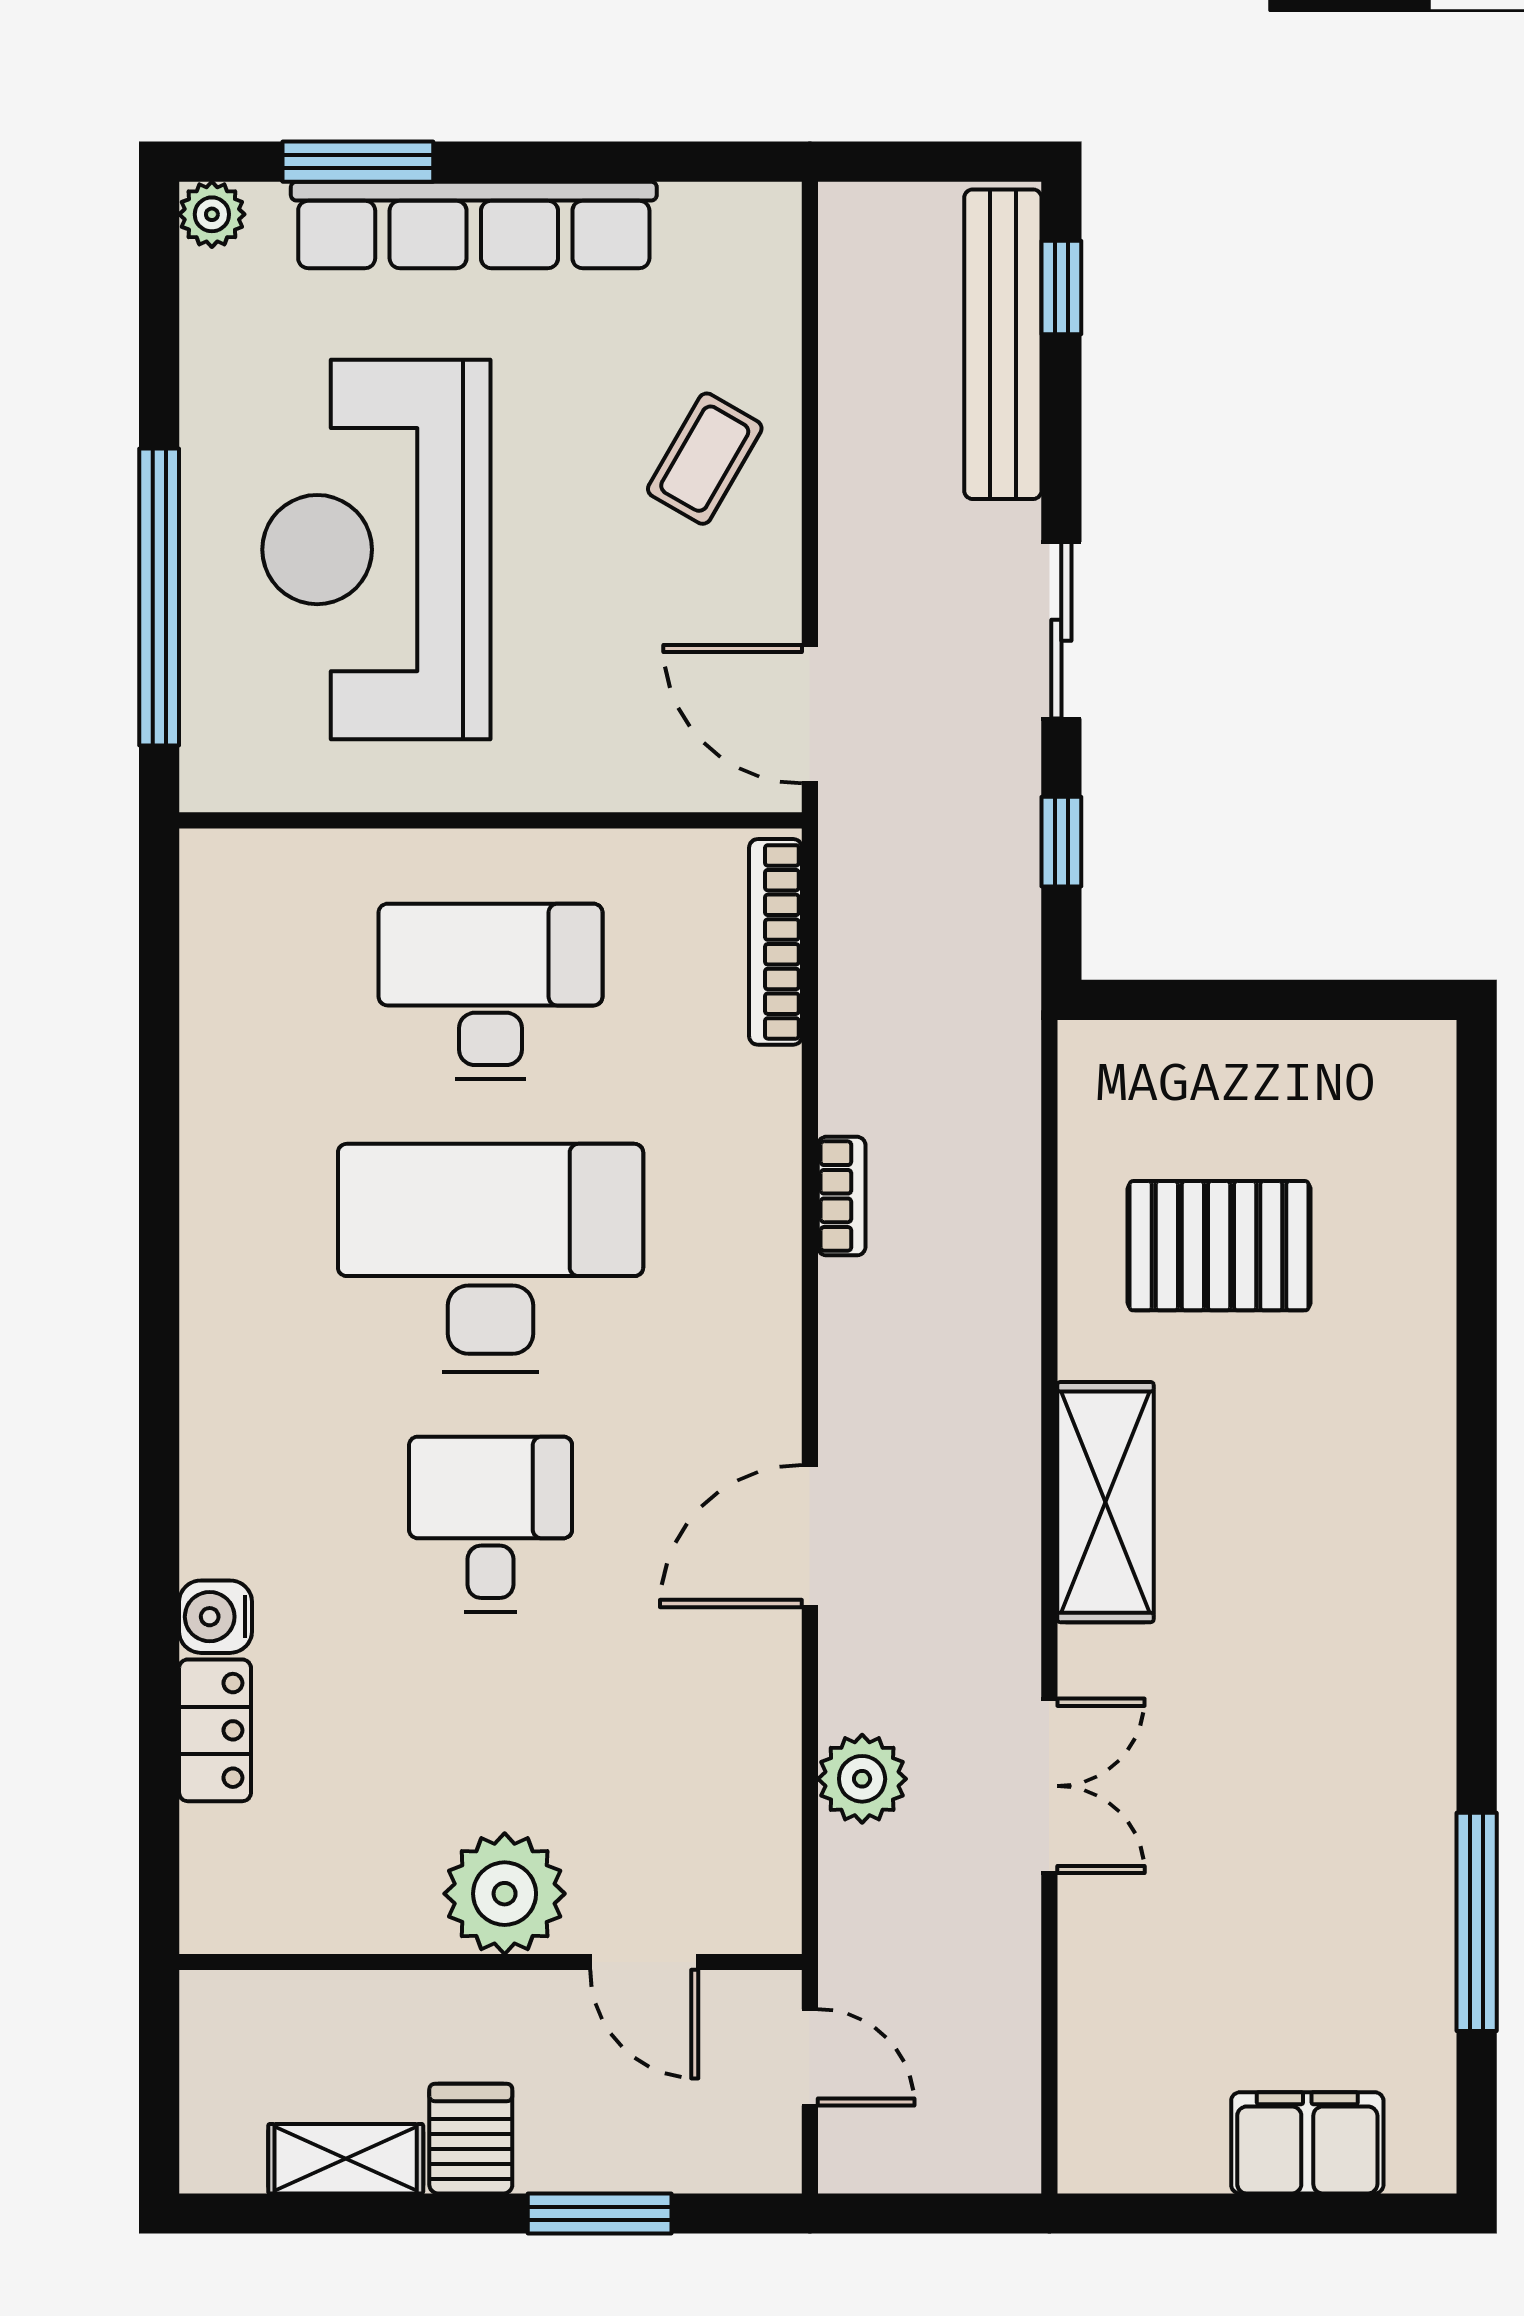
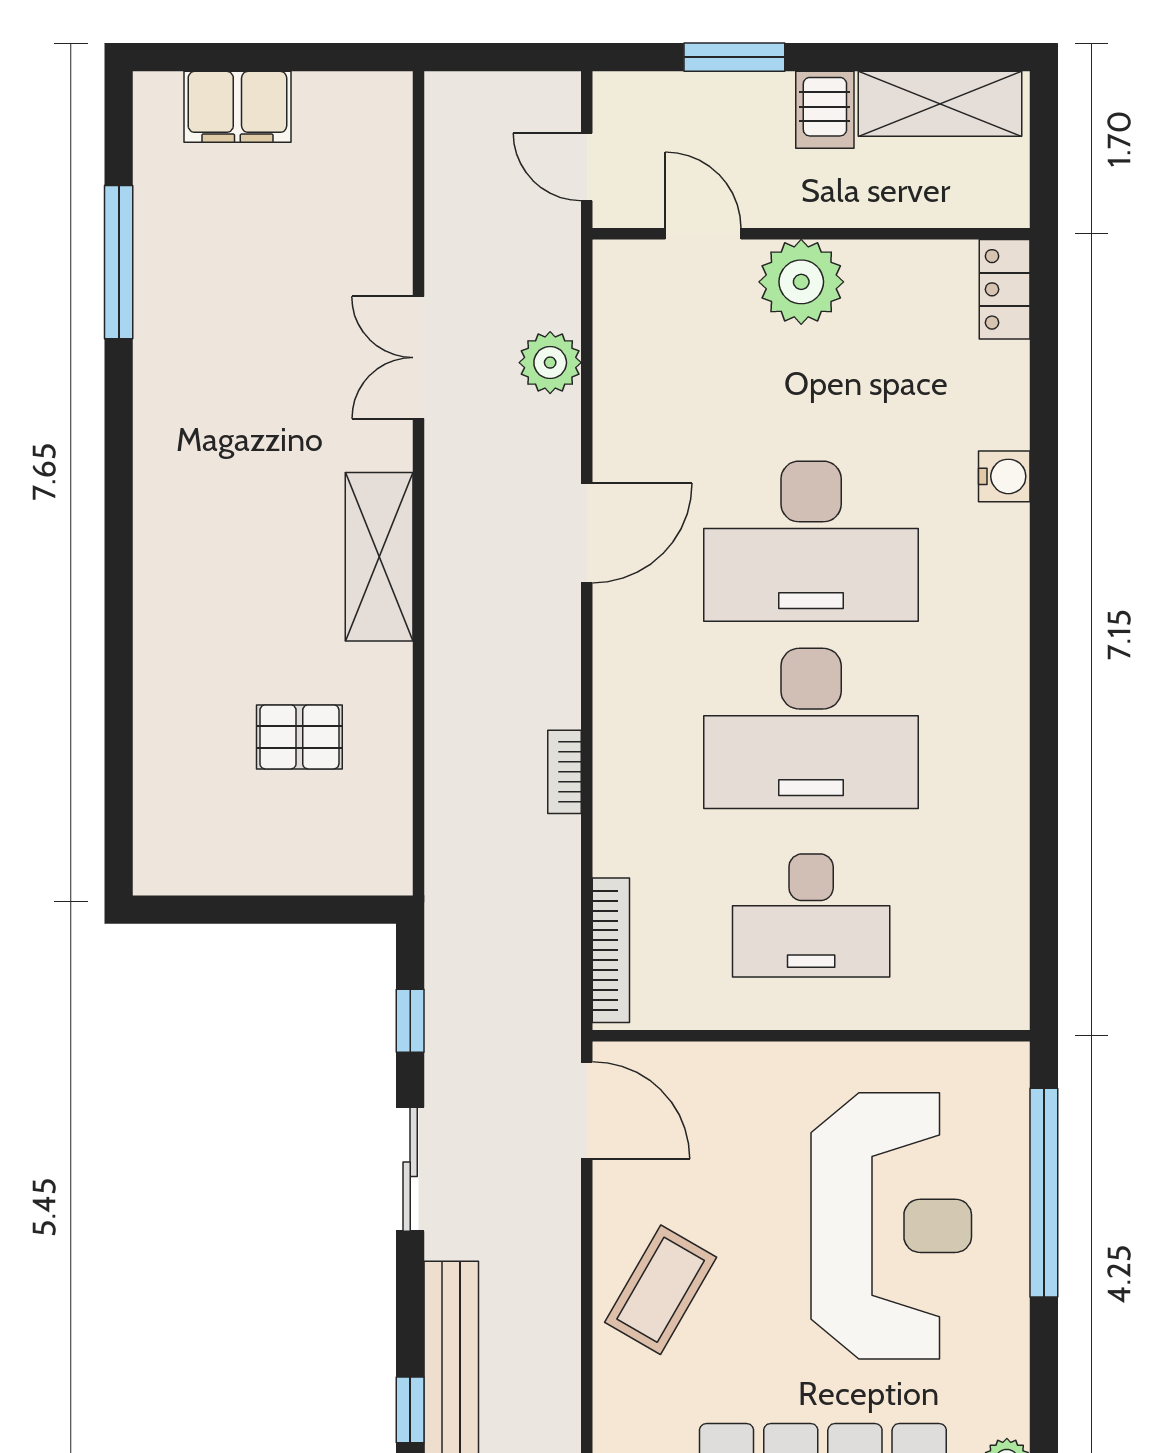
coffee table: (705, 459) -> (661, 1290), width x1.36, depth x1.30
pallet: (1219, 1246) -> (299, 737), width x0.67, depth x0.71
desk: (491, 1524) -> (811, 541), width x1.87, depth x1.30
locker: (215, 1730) -> (1005, 289), moved
shelving: (346, 2159) -> (940, 104), width x1.50, depth x1.33

